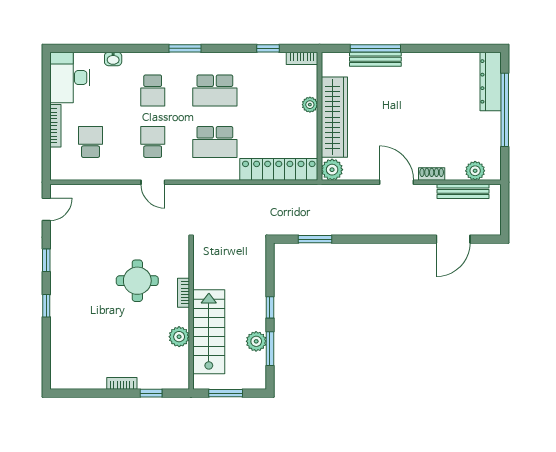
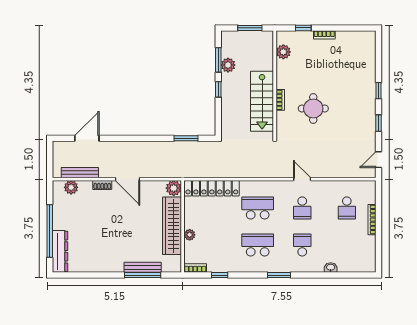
desk: (70, 77) -> (362, 254), removed
stairs: (209, 332) -> (262, 101), moved
plant: (179, 337) -> (283, 52), moved

